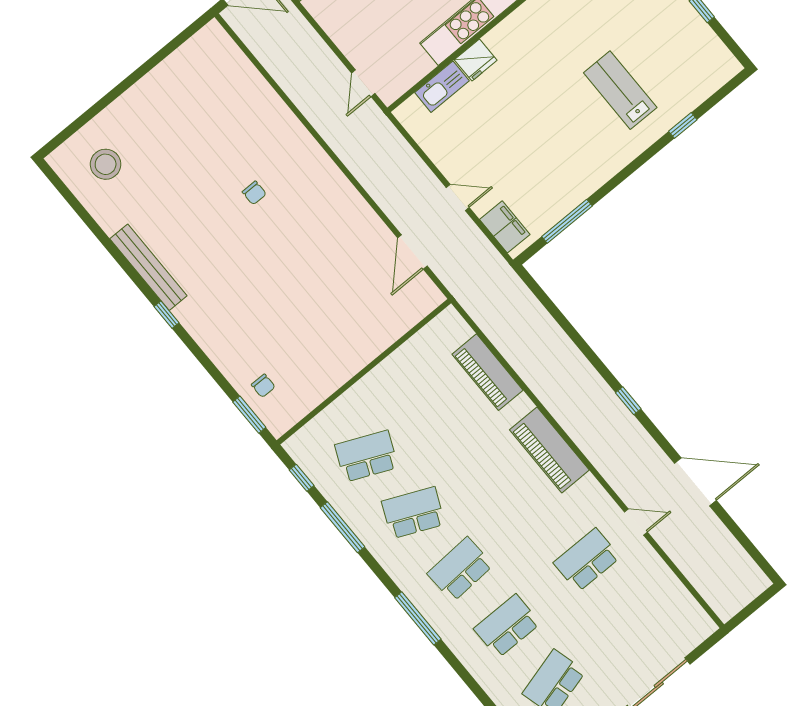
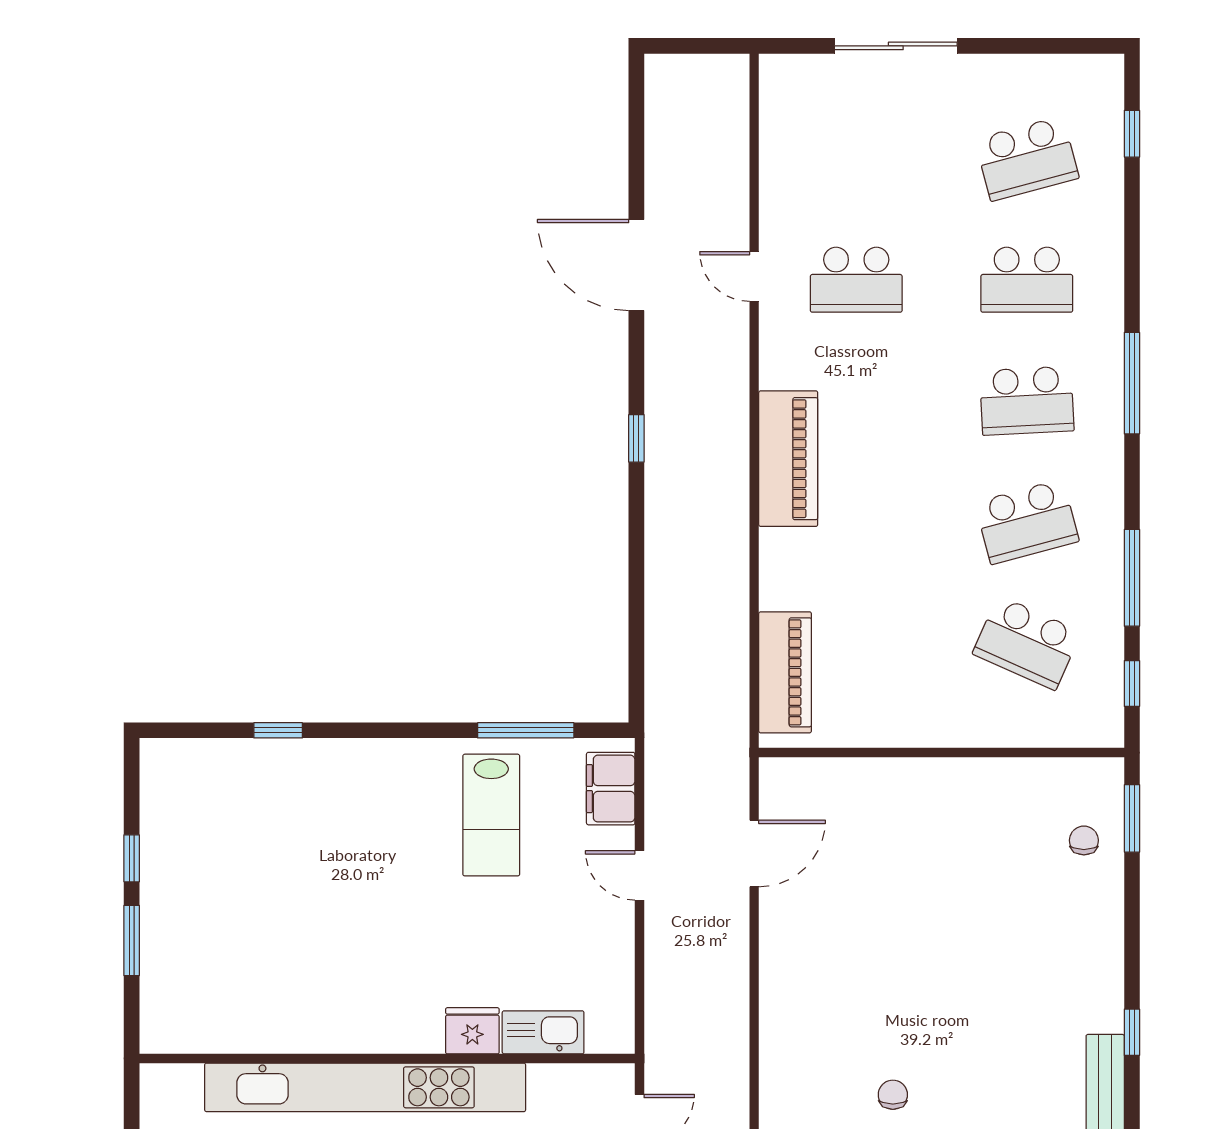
lab bench: (620, 90) -> (491, 815), moved
piano: (487, 372) -> (785, 672), moved
school desk: (413, 513) -> (1027, 522), turned -39

